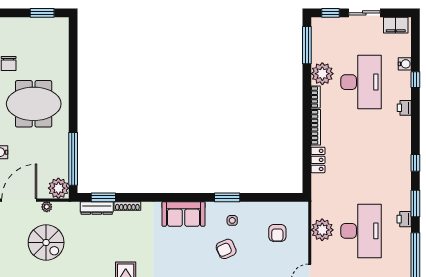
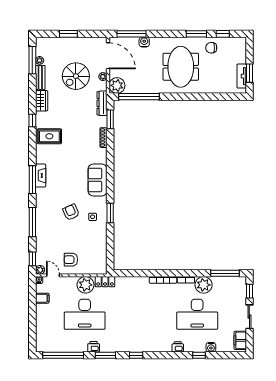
tv unit: (46, 23) -> (242, 76), added
locker: (318, 160) -> (105, 282), moved
dresser: (97, 208) -> (102, 103), moved
armchair: (277, 233) -> (71, 260), moved

